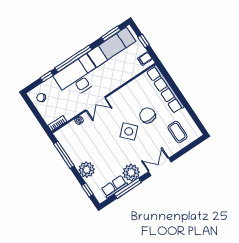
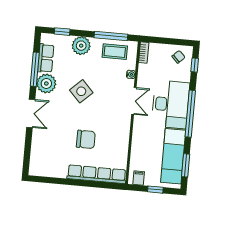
window: (47, 76) -> (195, 65), moved
double door: (95, 104) -> (134, 101), swing flipped
side table: (129, 131) -> (81, 91), moved
coffee table: (177, 132) -> (115, 52), moved

